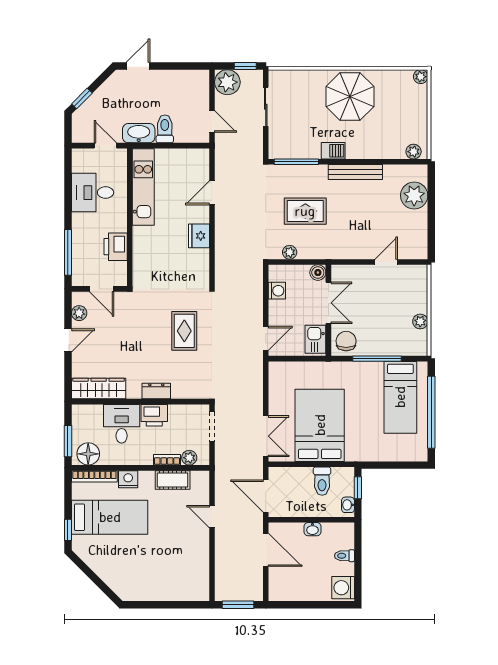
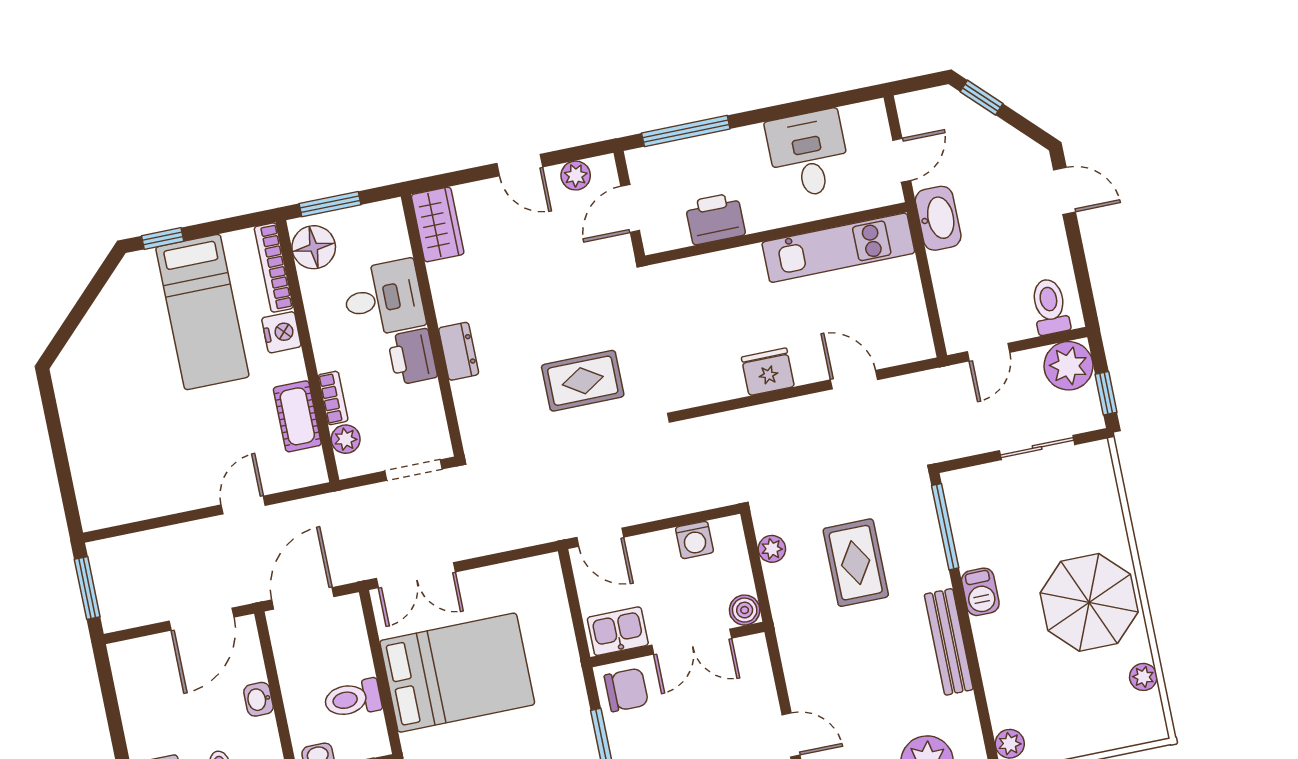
plant: (421, 77) -> (1143, 677), moved
toilet: (165, 129) -> (1050, 306), moved, turned -90
wardrobe: (99, 388) -> (438, 224), width x0.67

